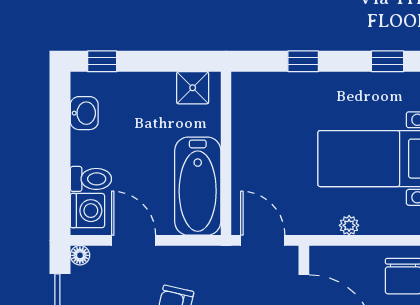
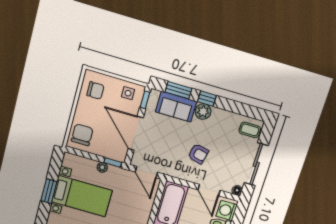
window: (332, 240) -> (113, 162), added

